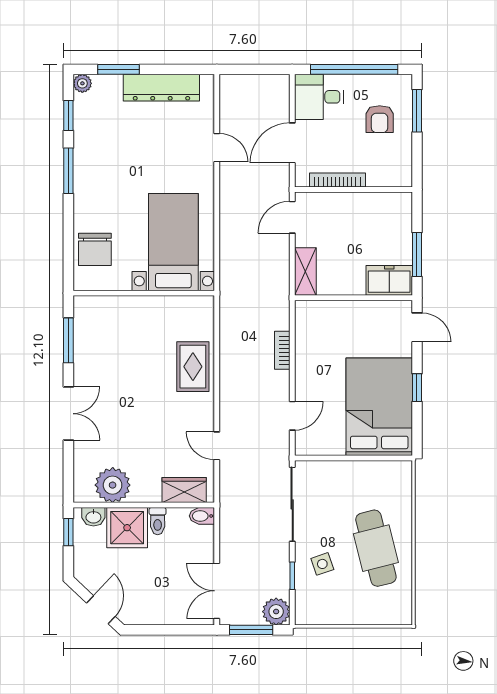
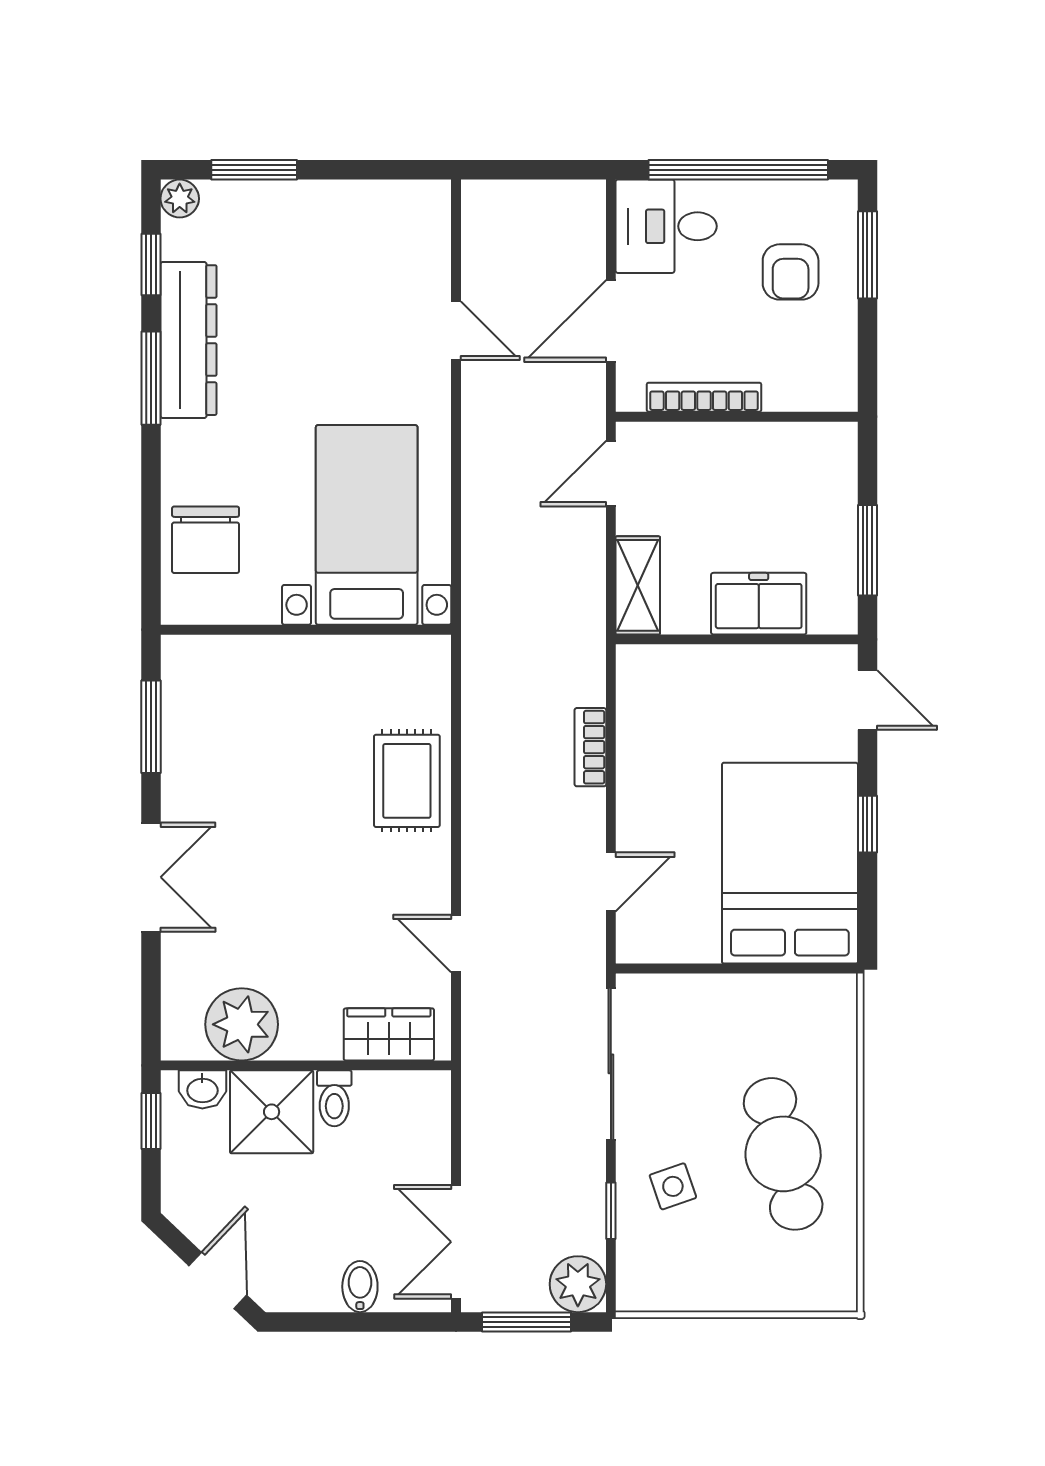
dresser: (161, 88) -> (189, 340), moved, turned -90
freezer: (389, 280) -> (759, 604), moved
bidet: (202, 516) -> (360, 1287), moved, turned 90

